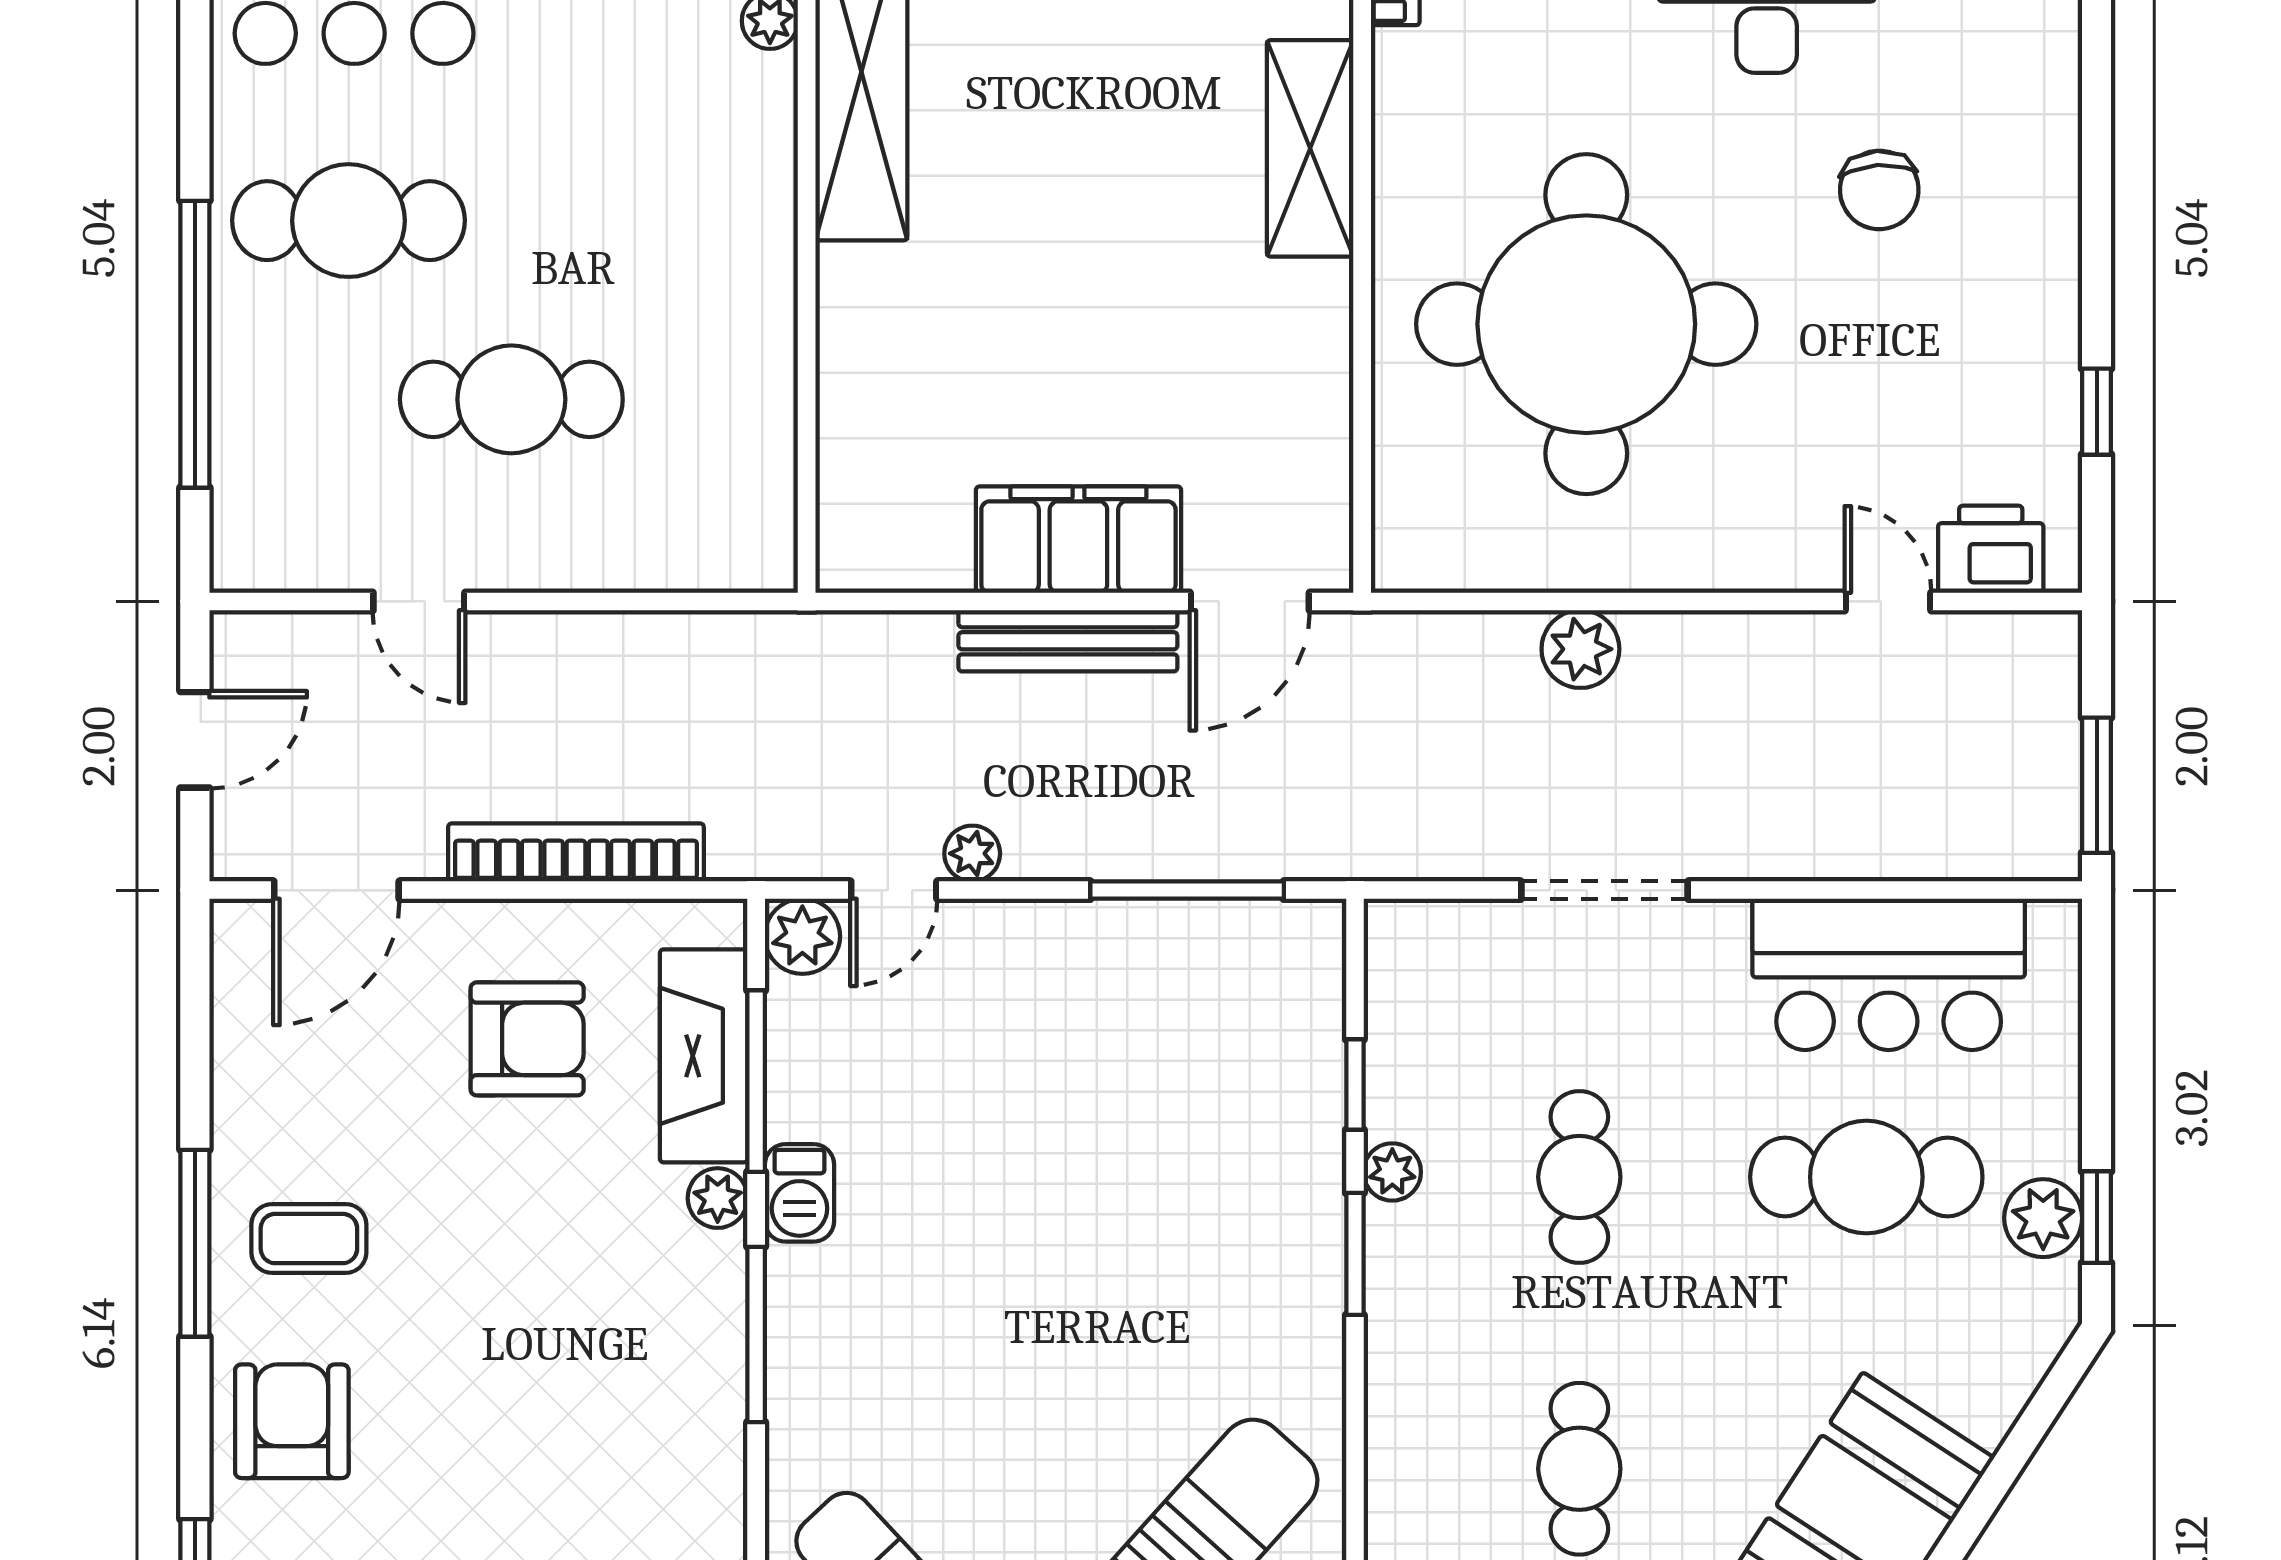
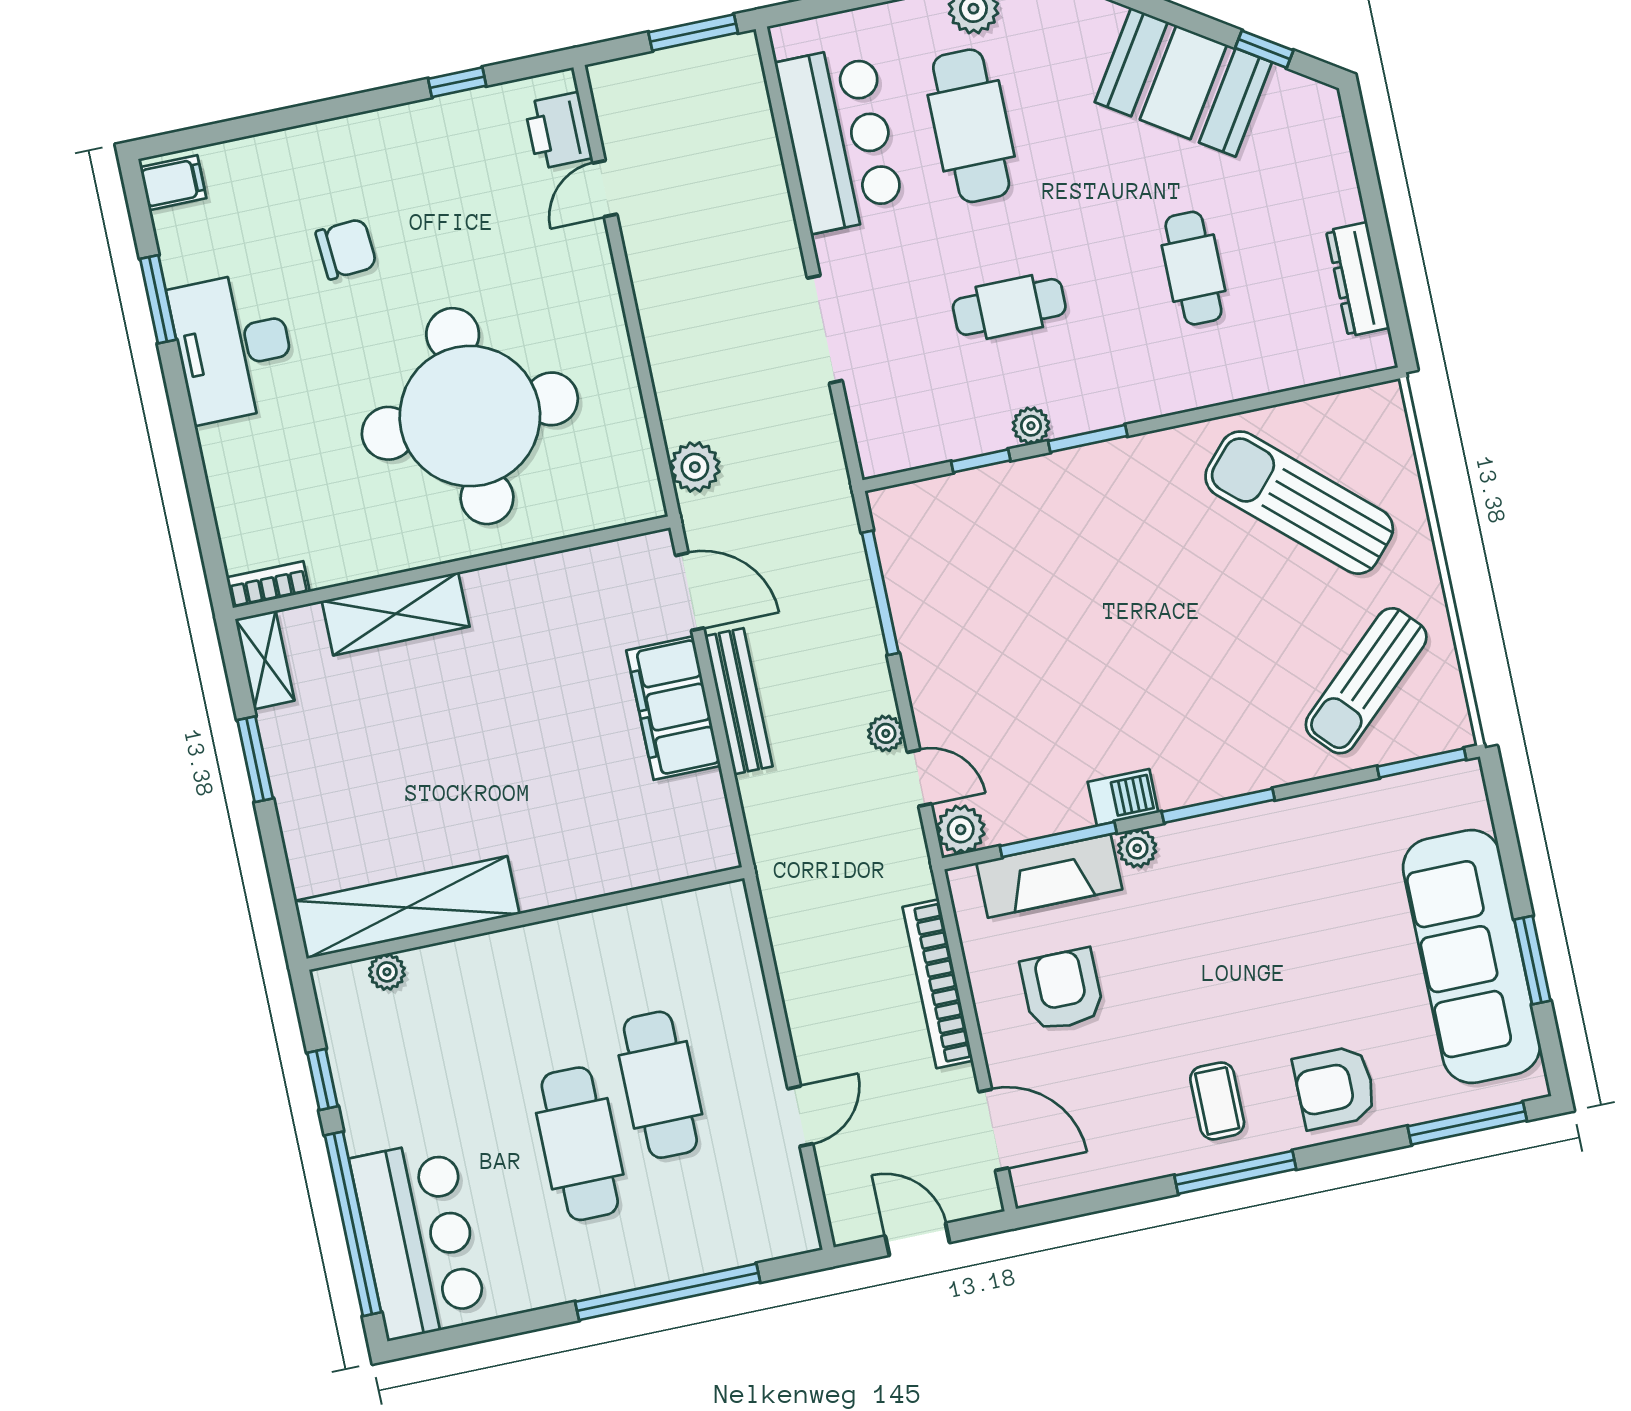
cafe table: (348, 221) -> (580, 1144), moved
plant: (1580, 649) -> (695, 467), moved
cafe table: (1579, 1469) -> (1193, 268), turned 90

